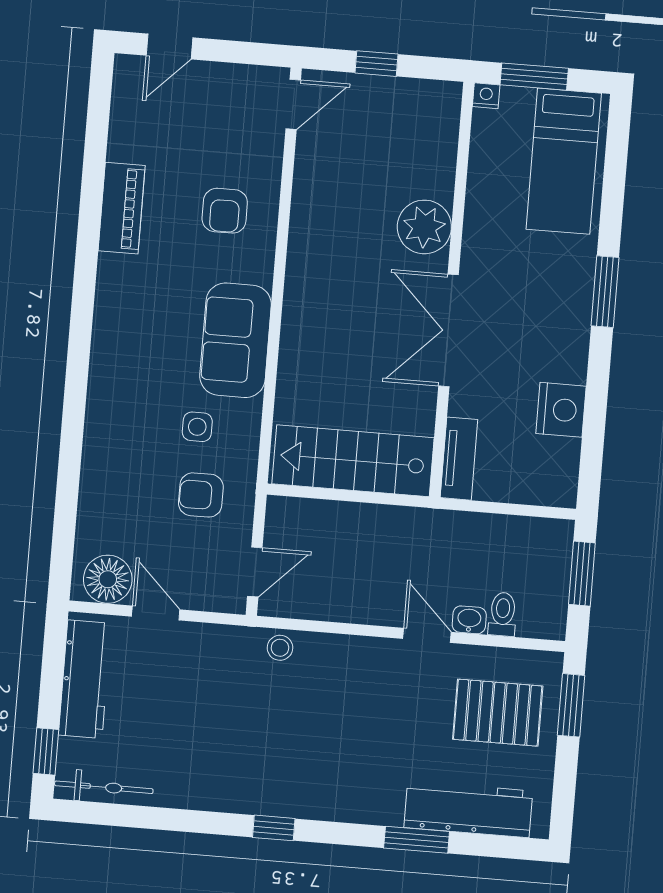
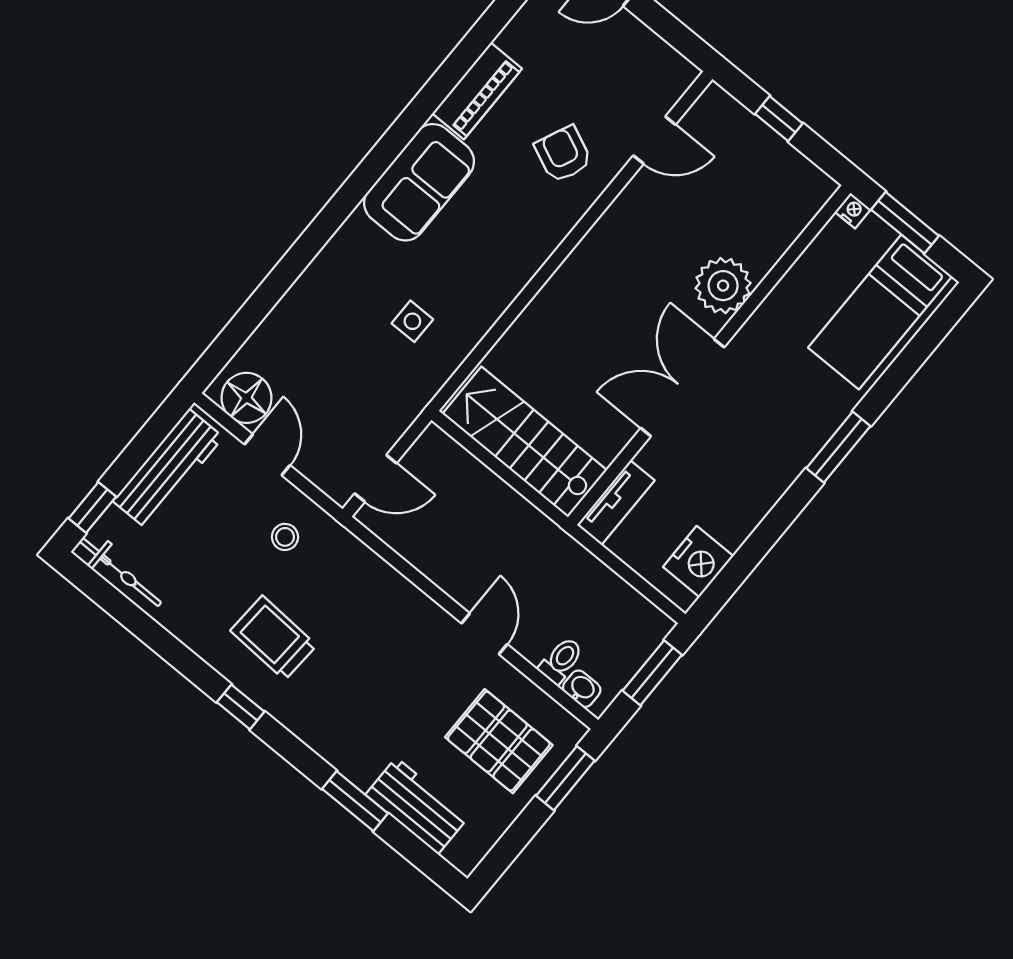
door: (293, 104) -> (654, 140), moved
armchair: (225, 211) -> (563, 154), turned 114
sofa: (236, 340) -> (419, 182), moved, turned 180
nightstand: (561, 410) -> (698, 562), moved
armchair: (201, 495) -> (375, 381), removed
washbasin: (469, 620) -> (582, 689), moved
stool: (280, 648) -> (285, 537), moved
trolley: (262, 755) -> (274, 638), added
workbench: (468, 809) -> (417, 806), width x0.73

